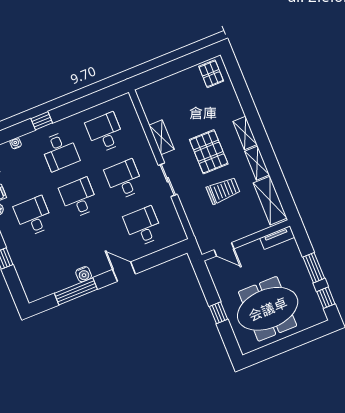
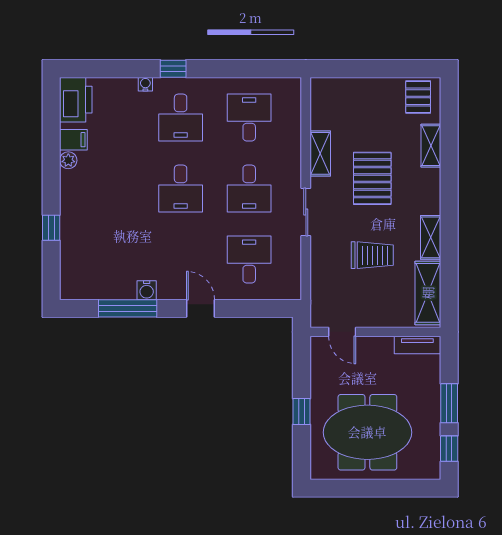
shelving: (245, 133) -> (431, 146), moved
water cooler: (16, 143) -> (145, 84), moved
pallet: (209, 152) -> (372, 178), moved
desk: (124, 179) -> (249, 189), turned 180
desk: (79, 198) -> (181, 189), turned 180
desk: (33, 216) -> (112, 189), removed

